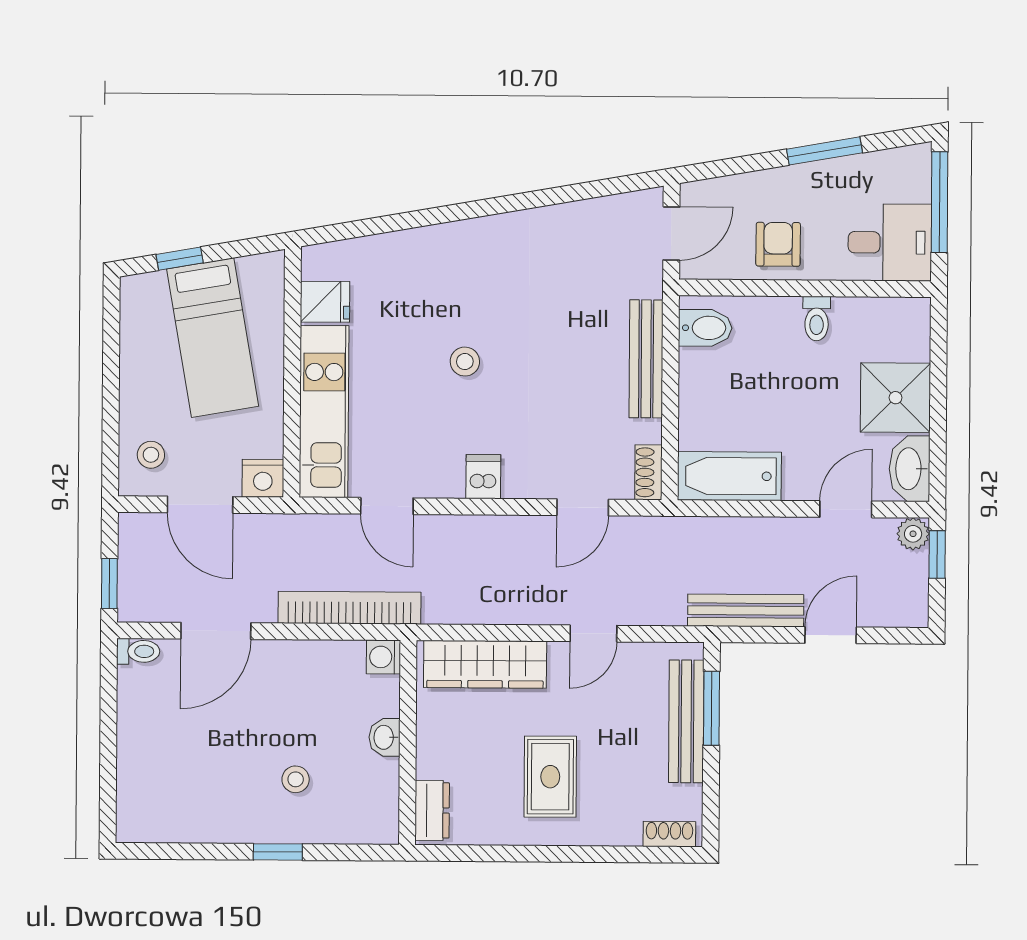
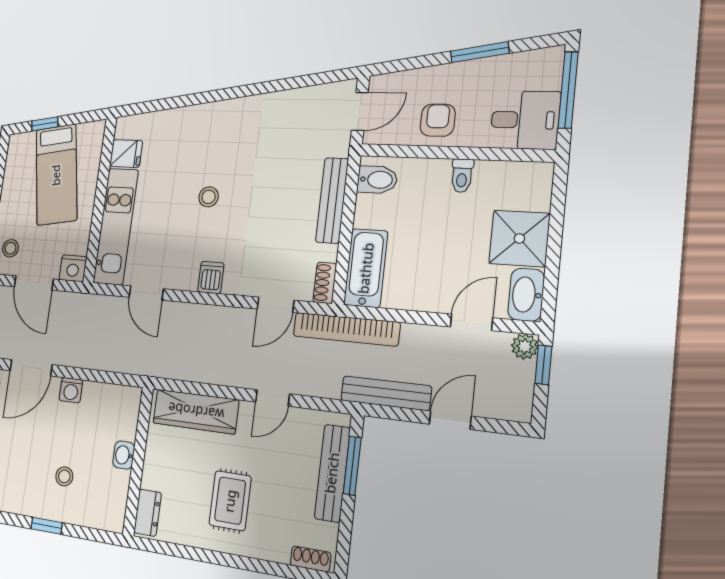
bathtub: (729, 476) -> (366, 268), moved, turned 90
bookcase: (350, 608) -> (346, 329), moved, turned 180
washing machine: (383, 657) -> (71, 390), moved, turned -90

